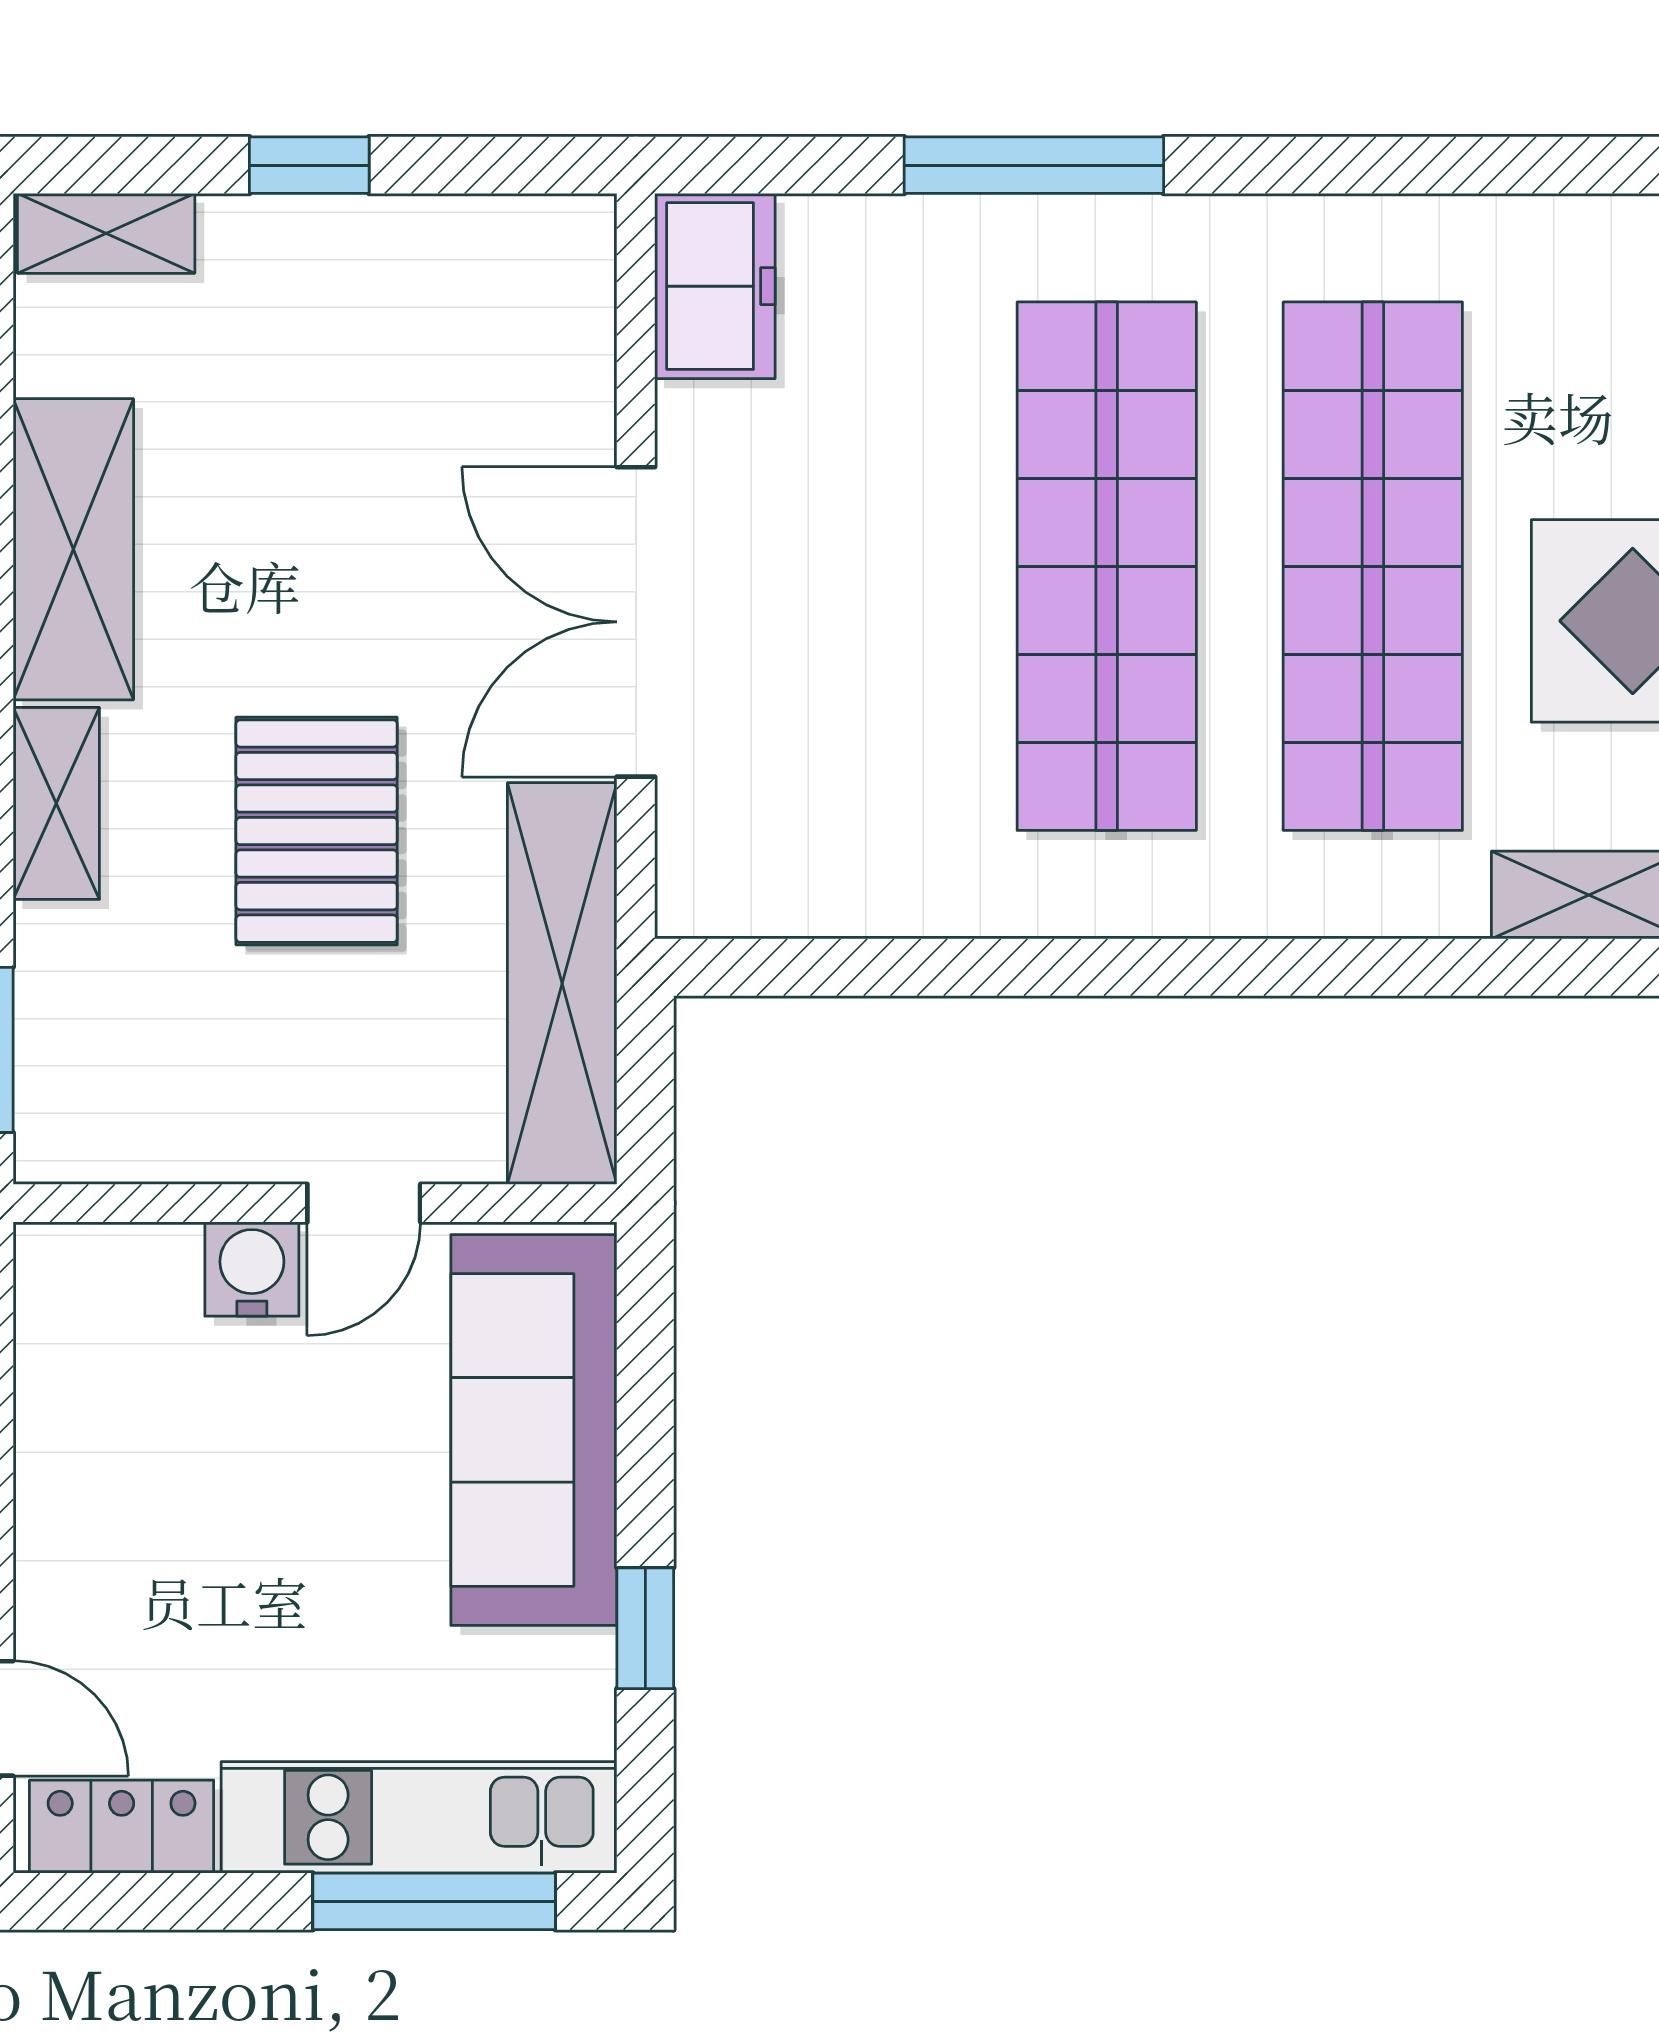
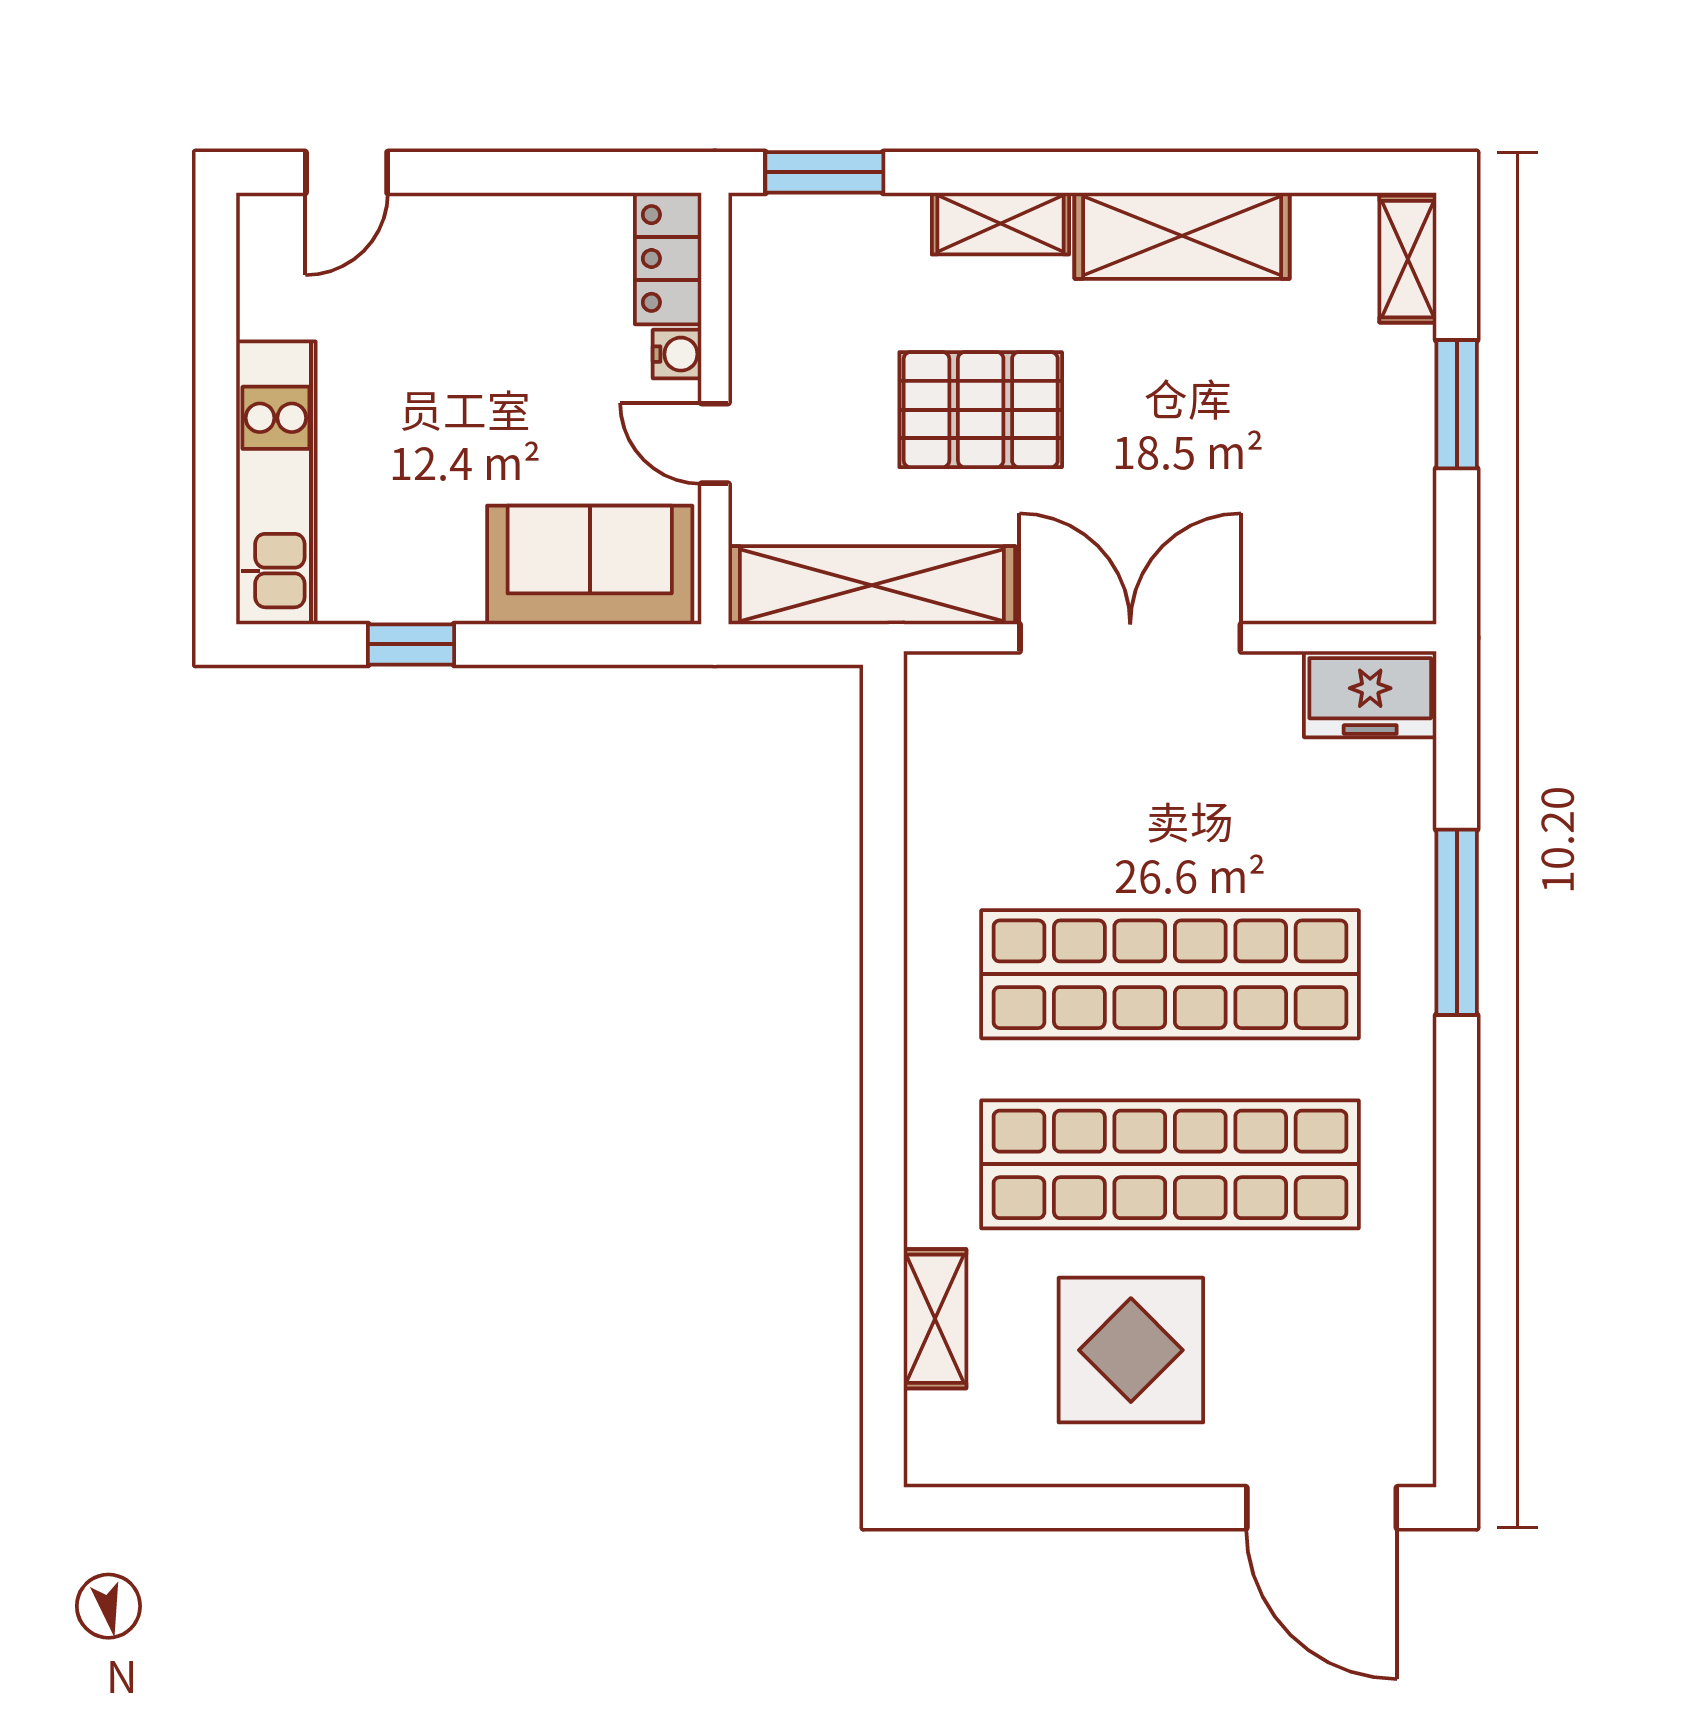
window: (309, 165) -> (1457, 404), width x1.50
water cooler: (252, 1269) -> (677, 354), width x0.72, depth x0.72
sofa: (534, 1430) -> (590, 565), width x0.73
locker: (122, 1827) -> (668, 258), moved, turned 180
window: (434, 1901) -> (216, 494), removed

